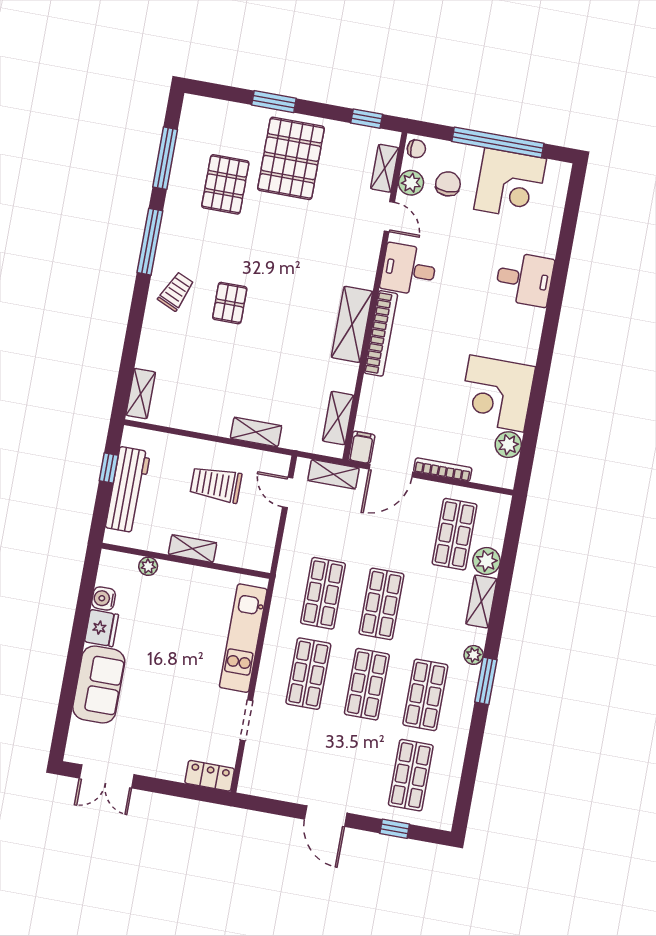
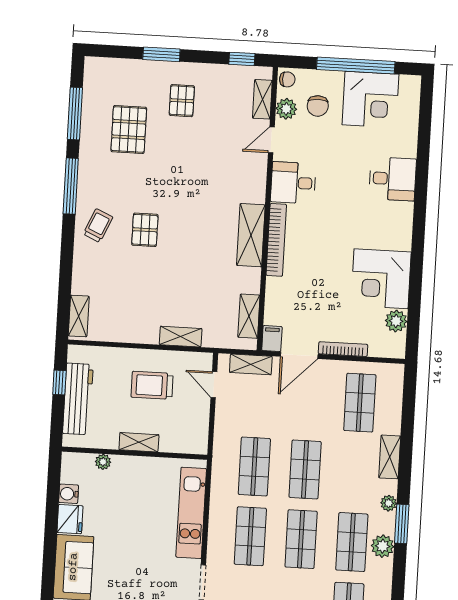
pallet: (291, 158) -> (182, 101), width x0.49, depth x0.50
chair: (448, 184) -> (318, 106), turned 180
door: (389, 217) -> (271, 140), swing flipped
plant: (487, 561) -> (383, 546), moved

